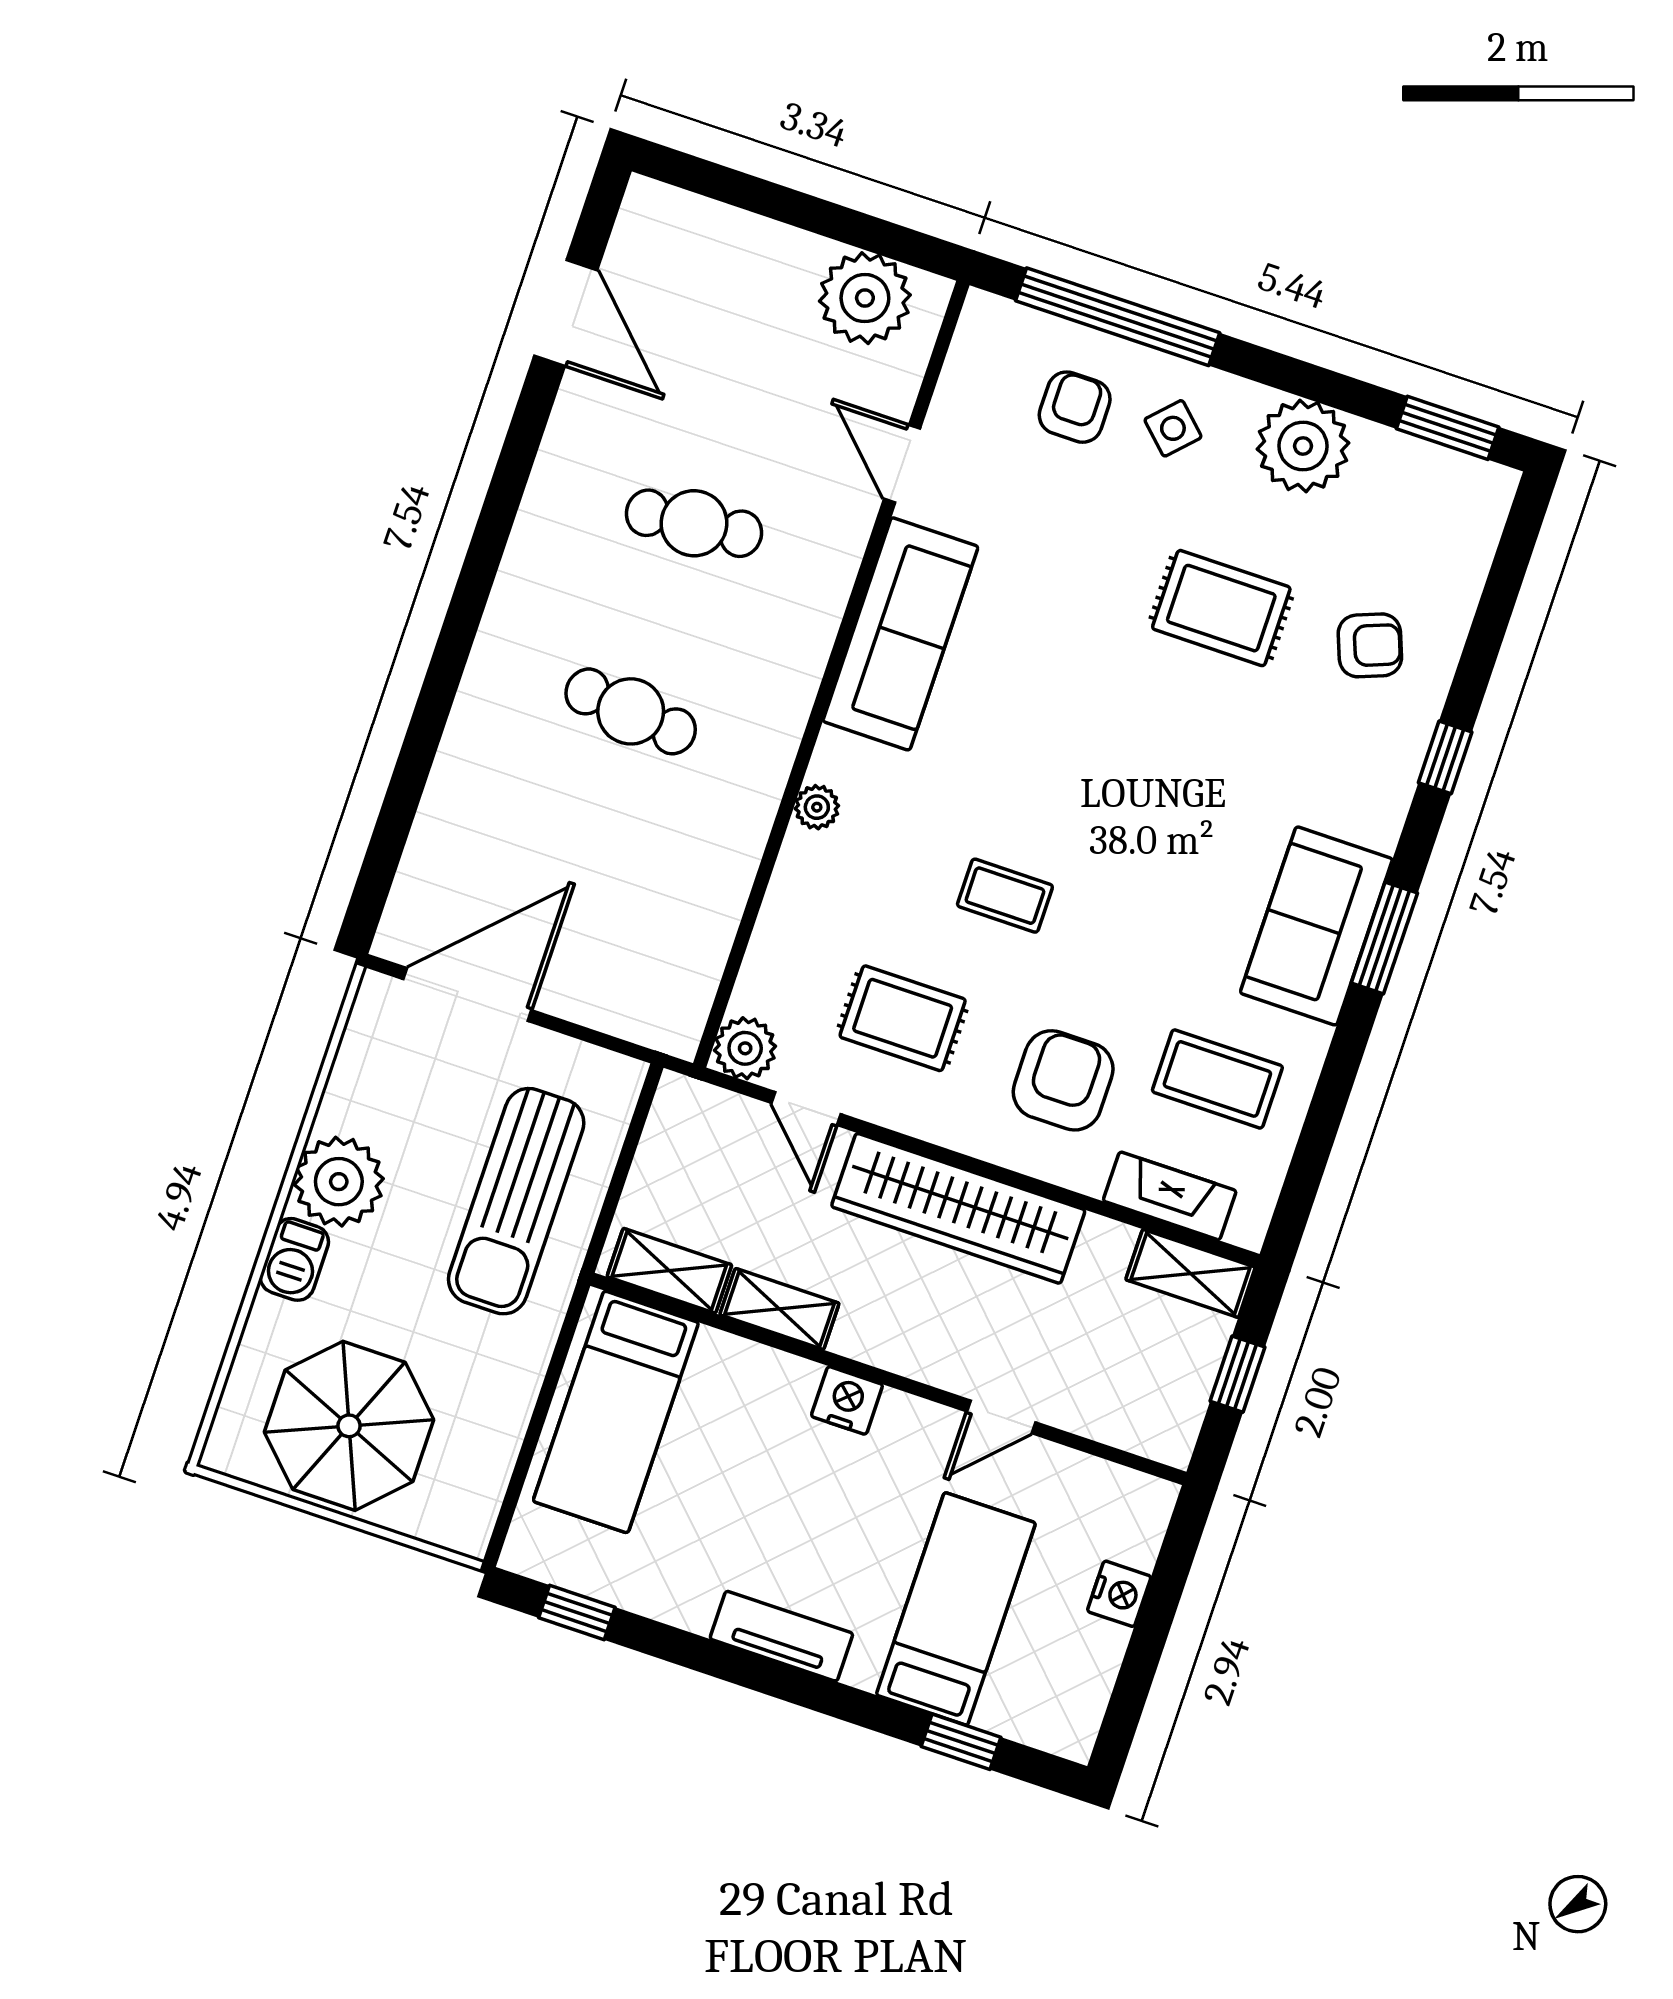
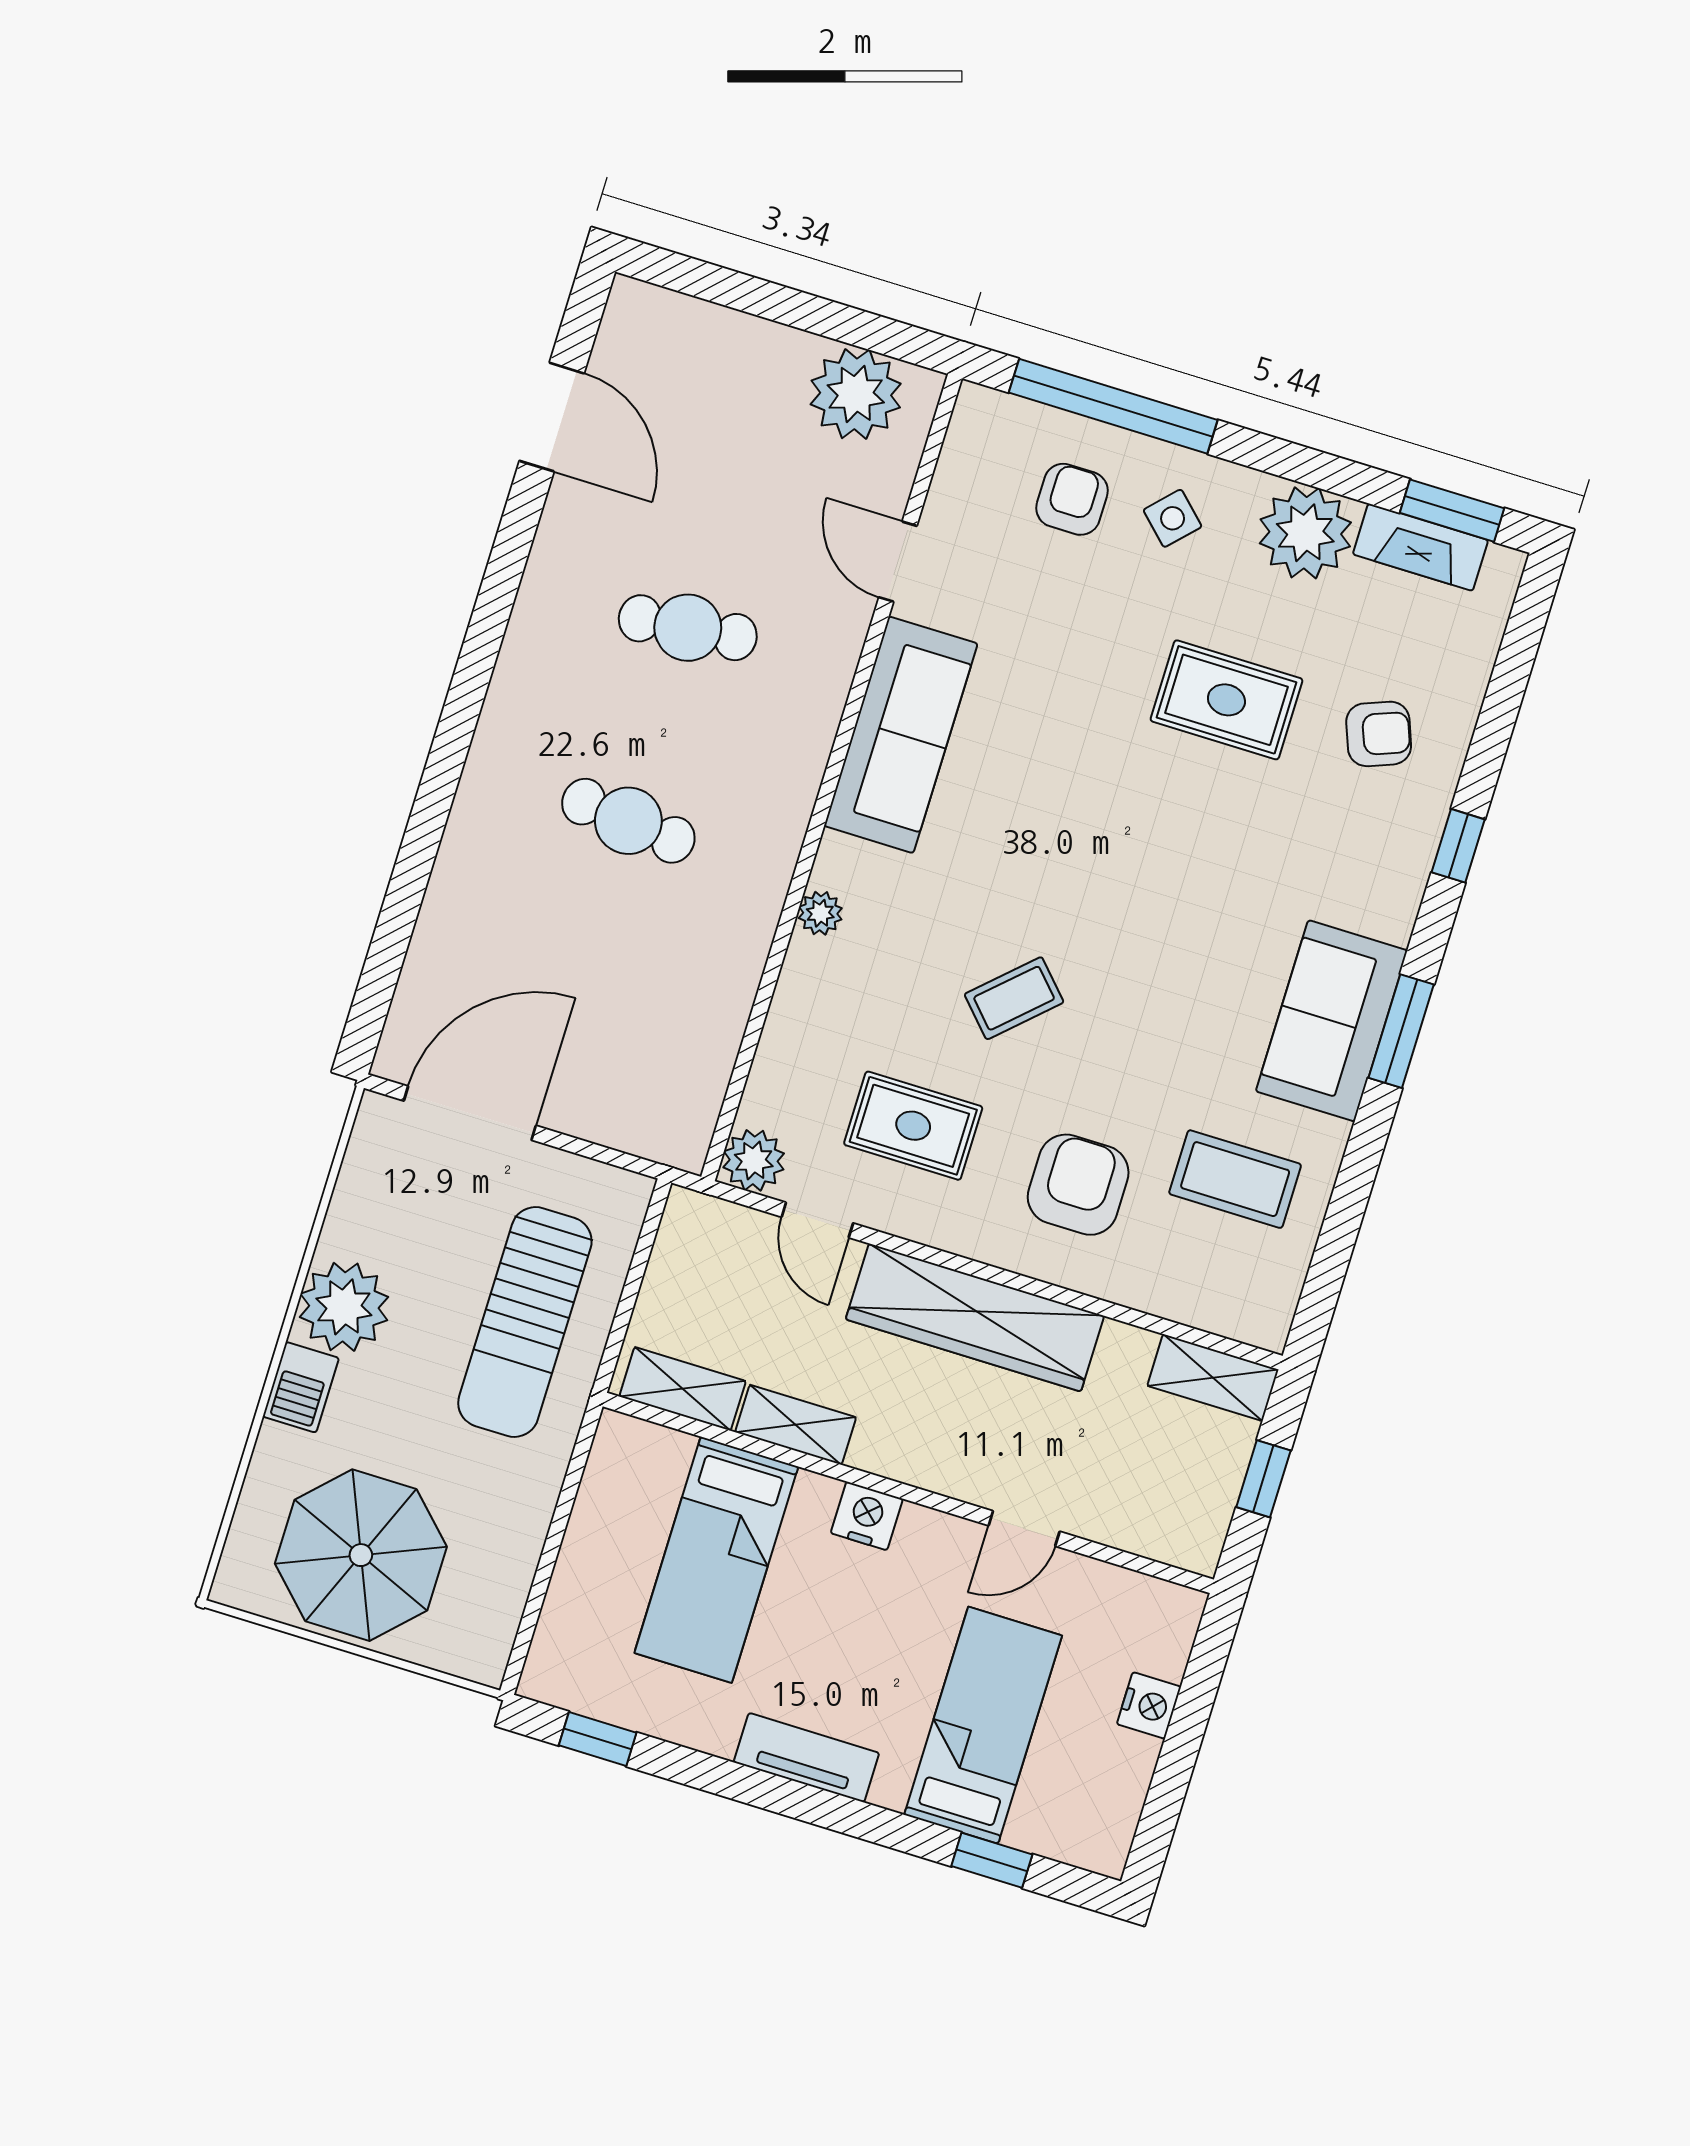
coffee table: (1005, 896) -> (1014, 998), turned -43
fireplace: (1170, 1196) -> (1420, 547), moved, turned 180
bed: (616, 1412) -> (716, 1560), moved

